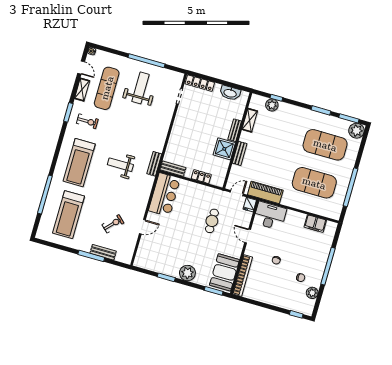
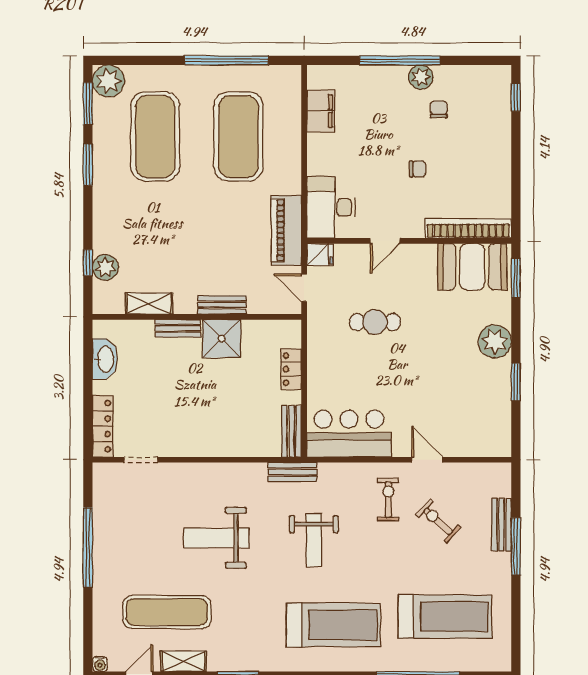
weight bench: (140, 88) -> (216, 538), moved
exercise bike: (87, 121) -> (388, 500), moved
plant: (312, 293) -> (421, 77), moved

